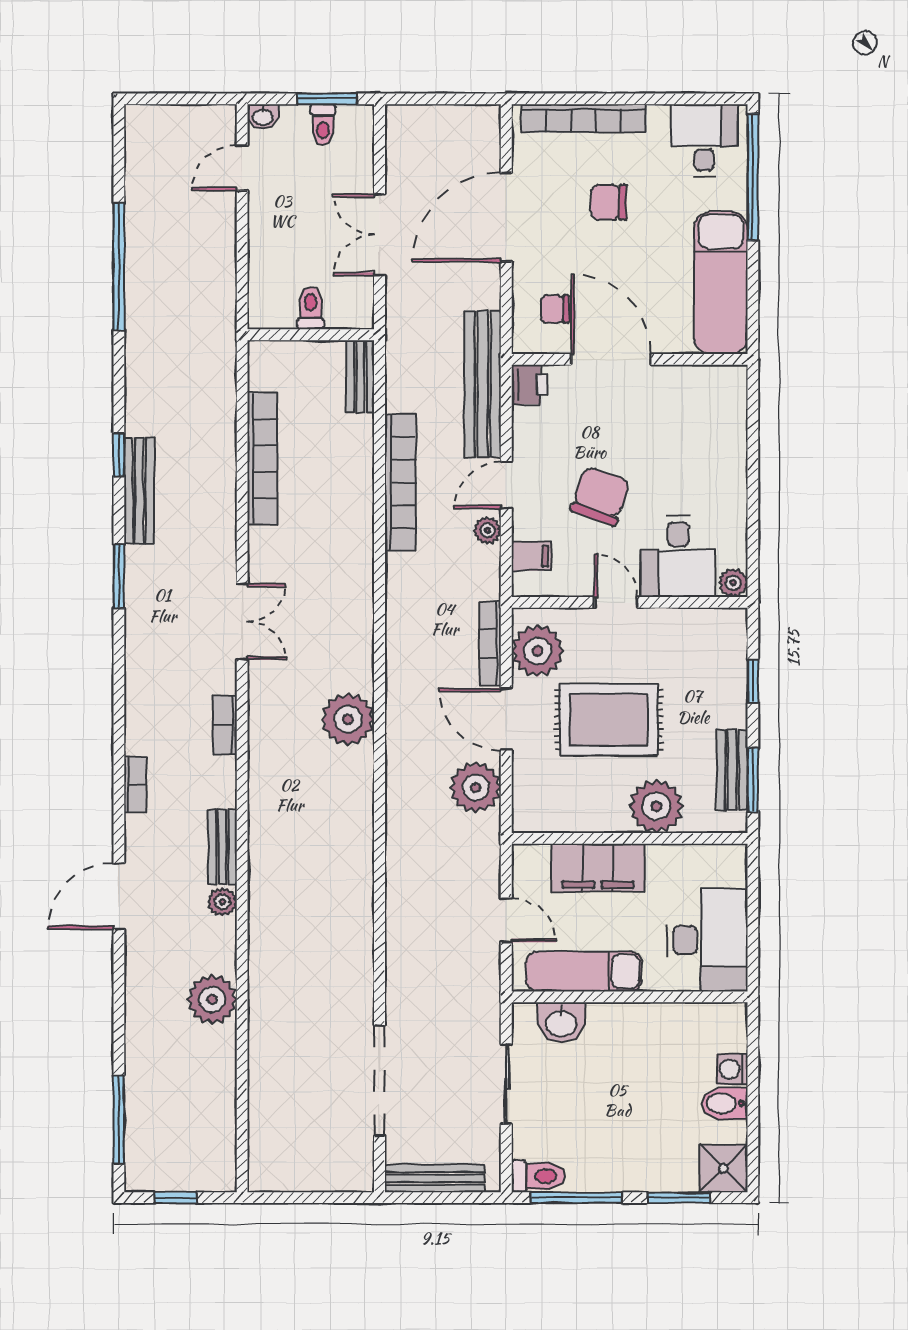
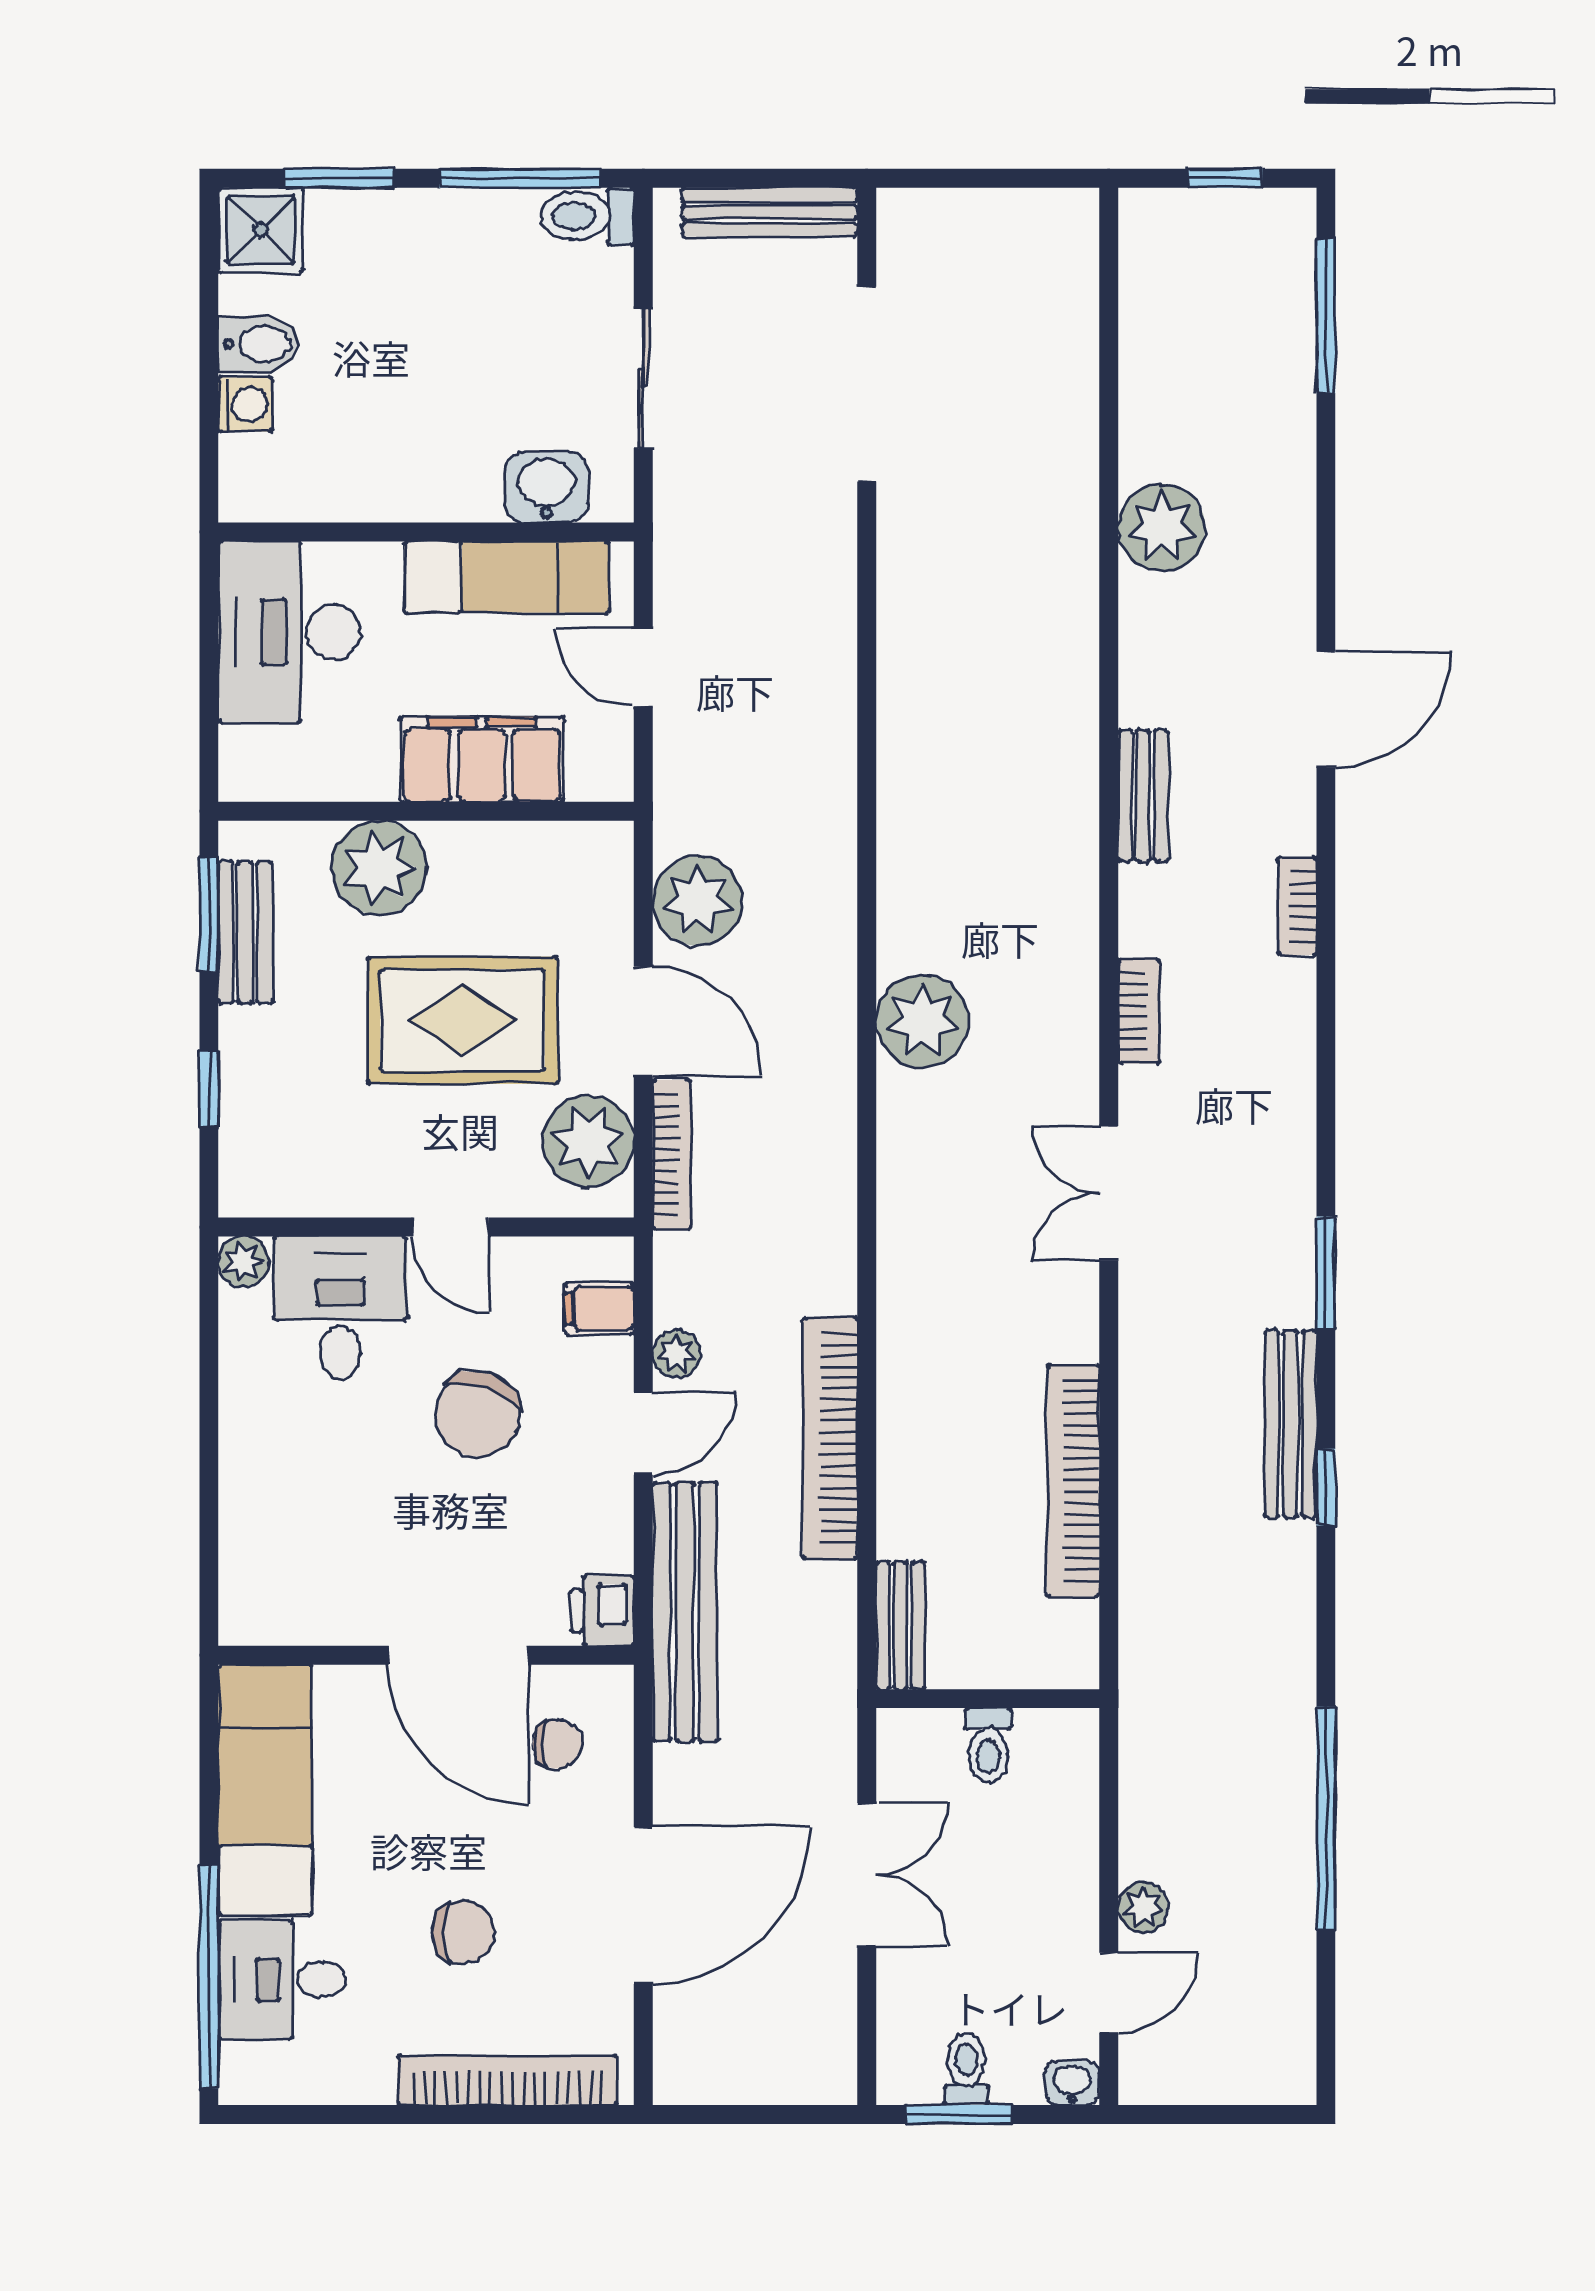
desk: (704, 140) -> (282, 1980), moved, turned 90
plant: (222, 902) -> (1143, 1907), moved

